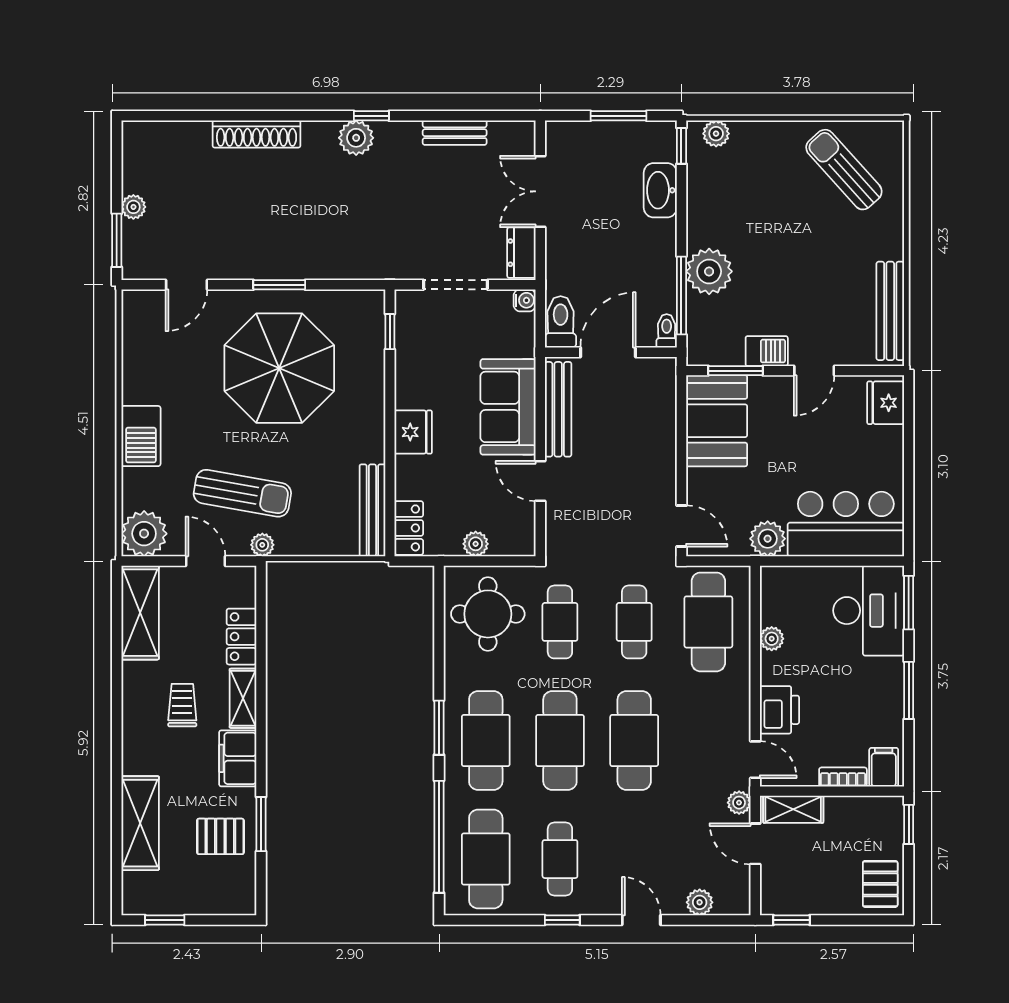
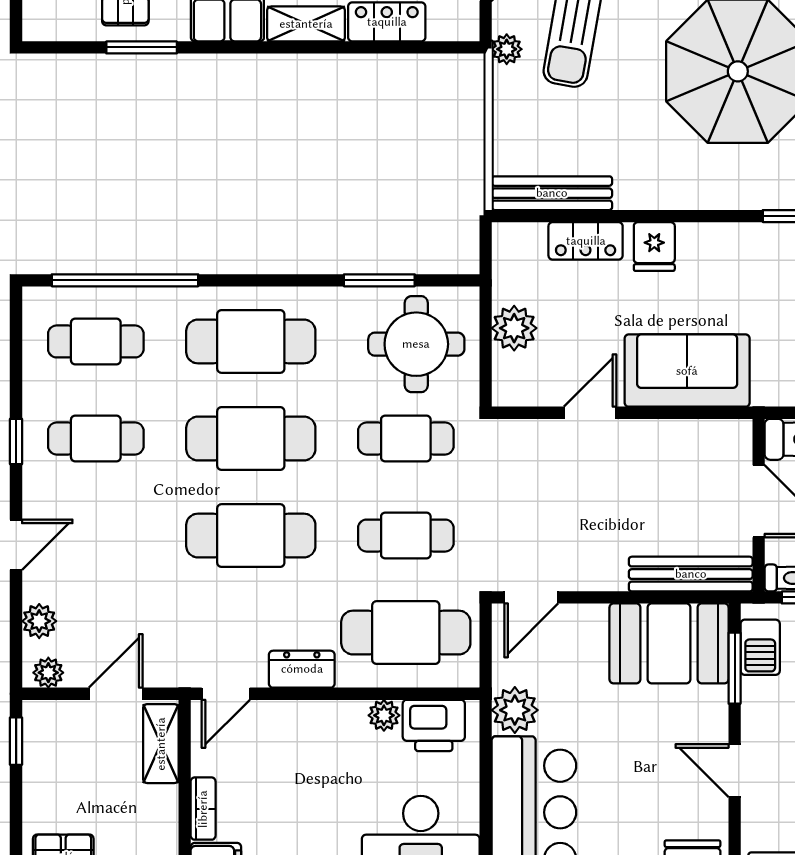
barbecue: (767, 351) -> (760, 647), moved
bench: (558, 409) -> (691, 574), moved
fridge: (413, 432) -> (654, 247), width x0.72
locker: (409, 528) -> (586, 241), moved
plant: (476, 544) -> (514, 328), width x1.38, depth x1.38
dresser: (736, 702) -> (302, 669), added
printer: (779, 710) -> (434, 725), moved
window: (439, 728) -> (379, 280), moved
plant: (739, 803) -> (48, 673), moved
cafe table: (486, 859) -> (96, 341), width x0.73, depth x0.74

